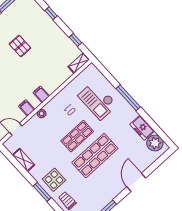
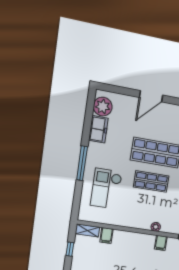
filing cabinet: (41, 94) -> (107, 235), moved
checkout: (98, 100) -> (106, 189), turned 180

